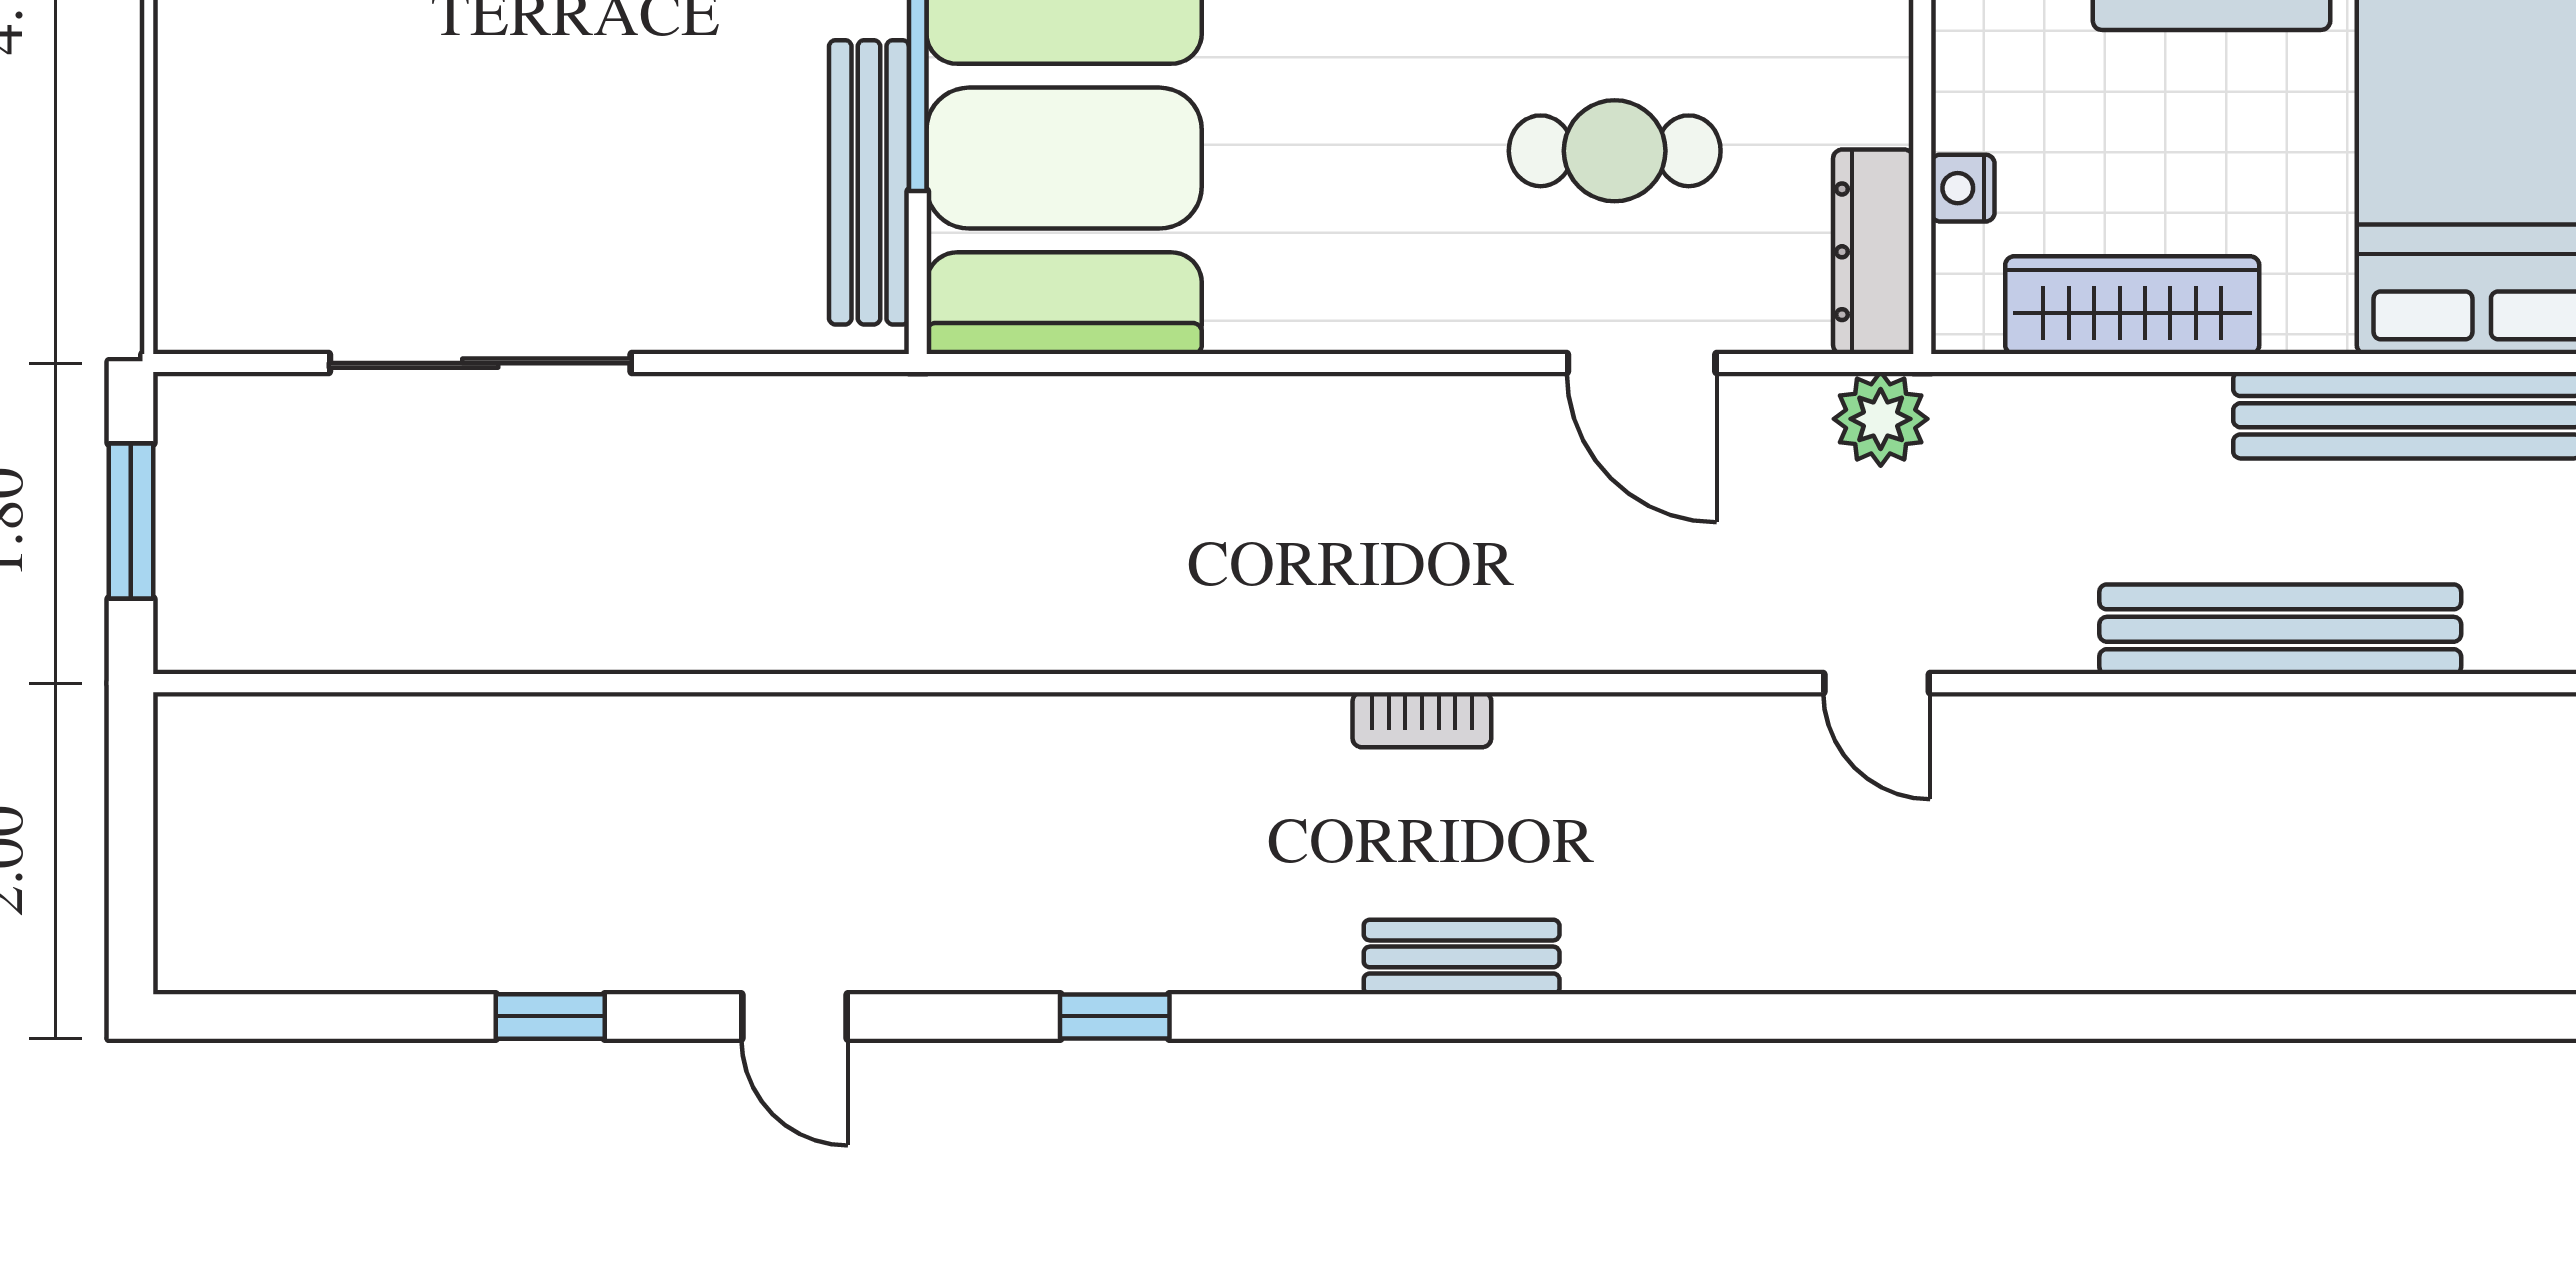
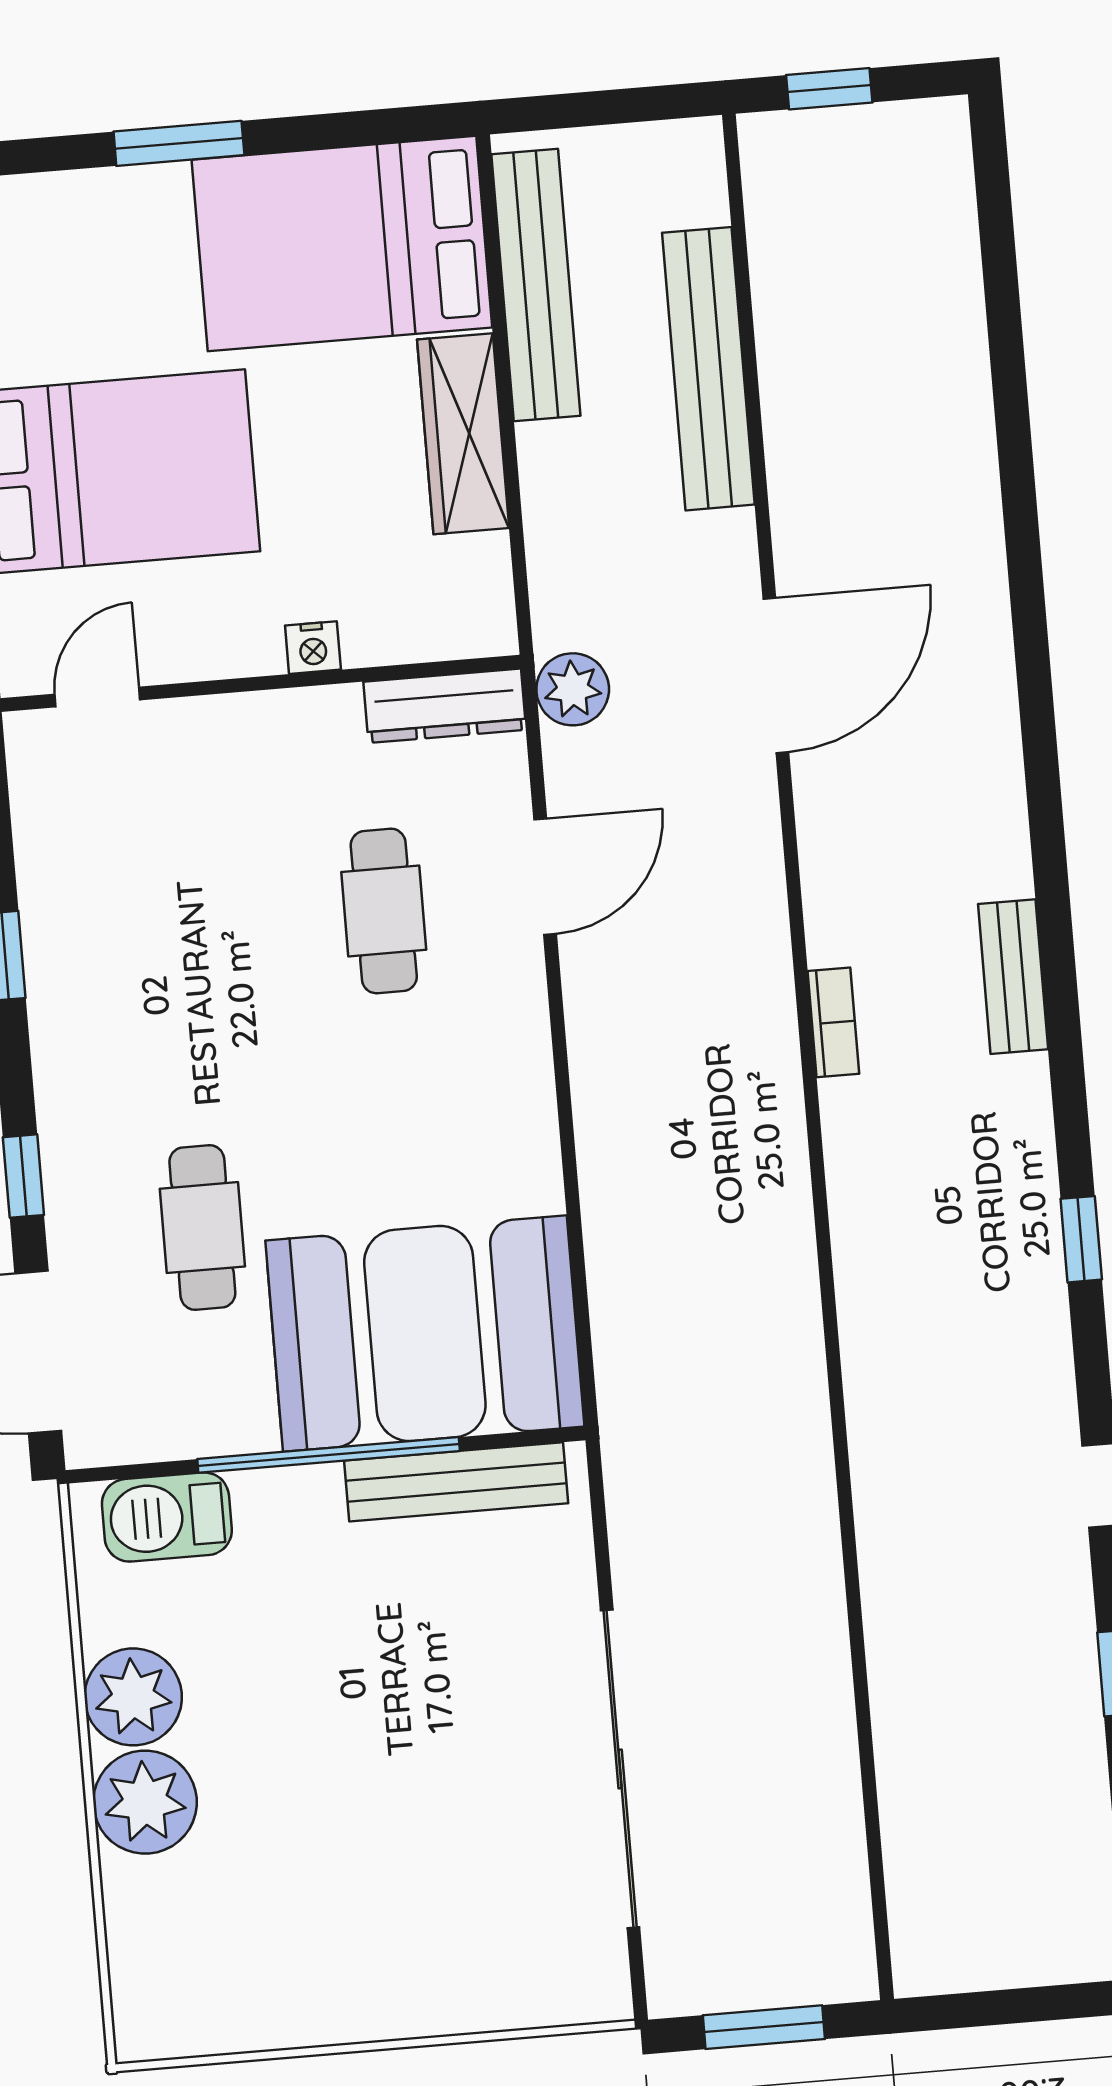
nightstand: (1963, 188) -> (313, 648), moved
wardrobe: (2132, 305) -> (463, 434), moved
sliding door: (480, 363) -> (620, 1769), width x1.36
door: (1877, 683) -> (776, 675), width x1.88

